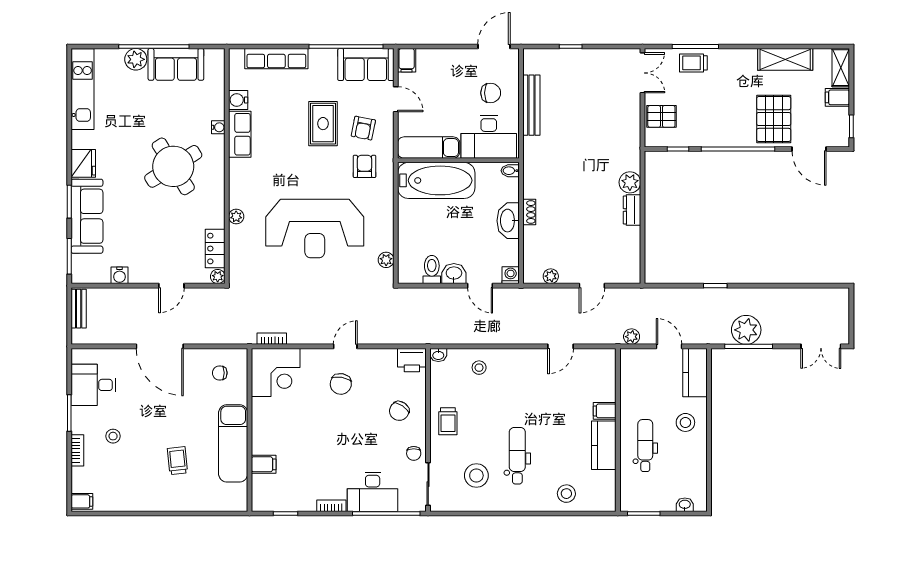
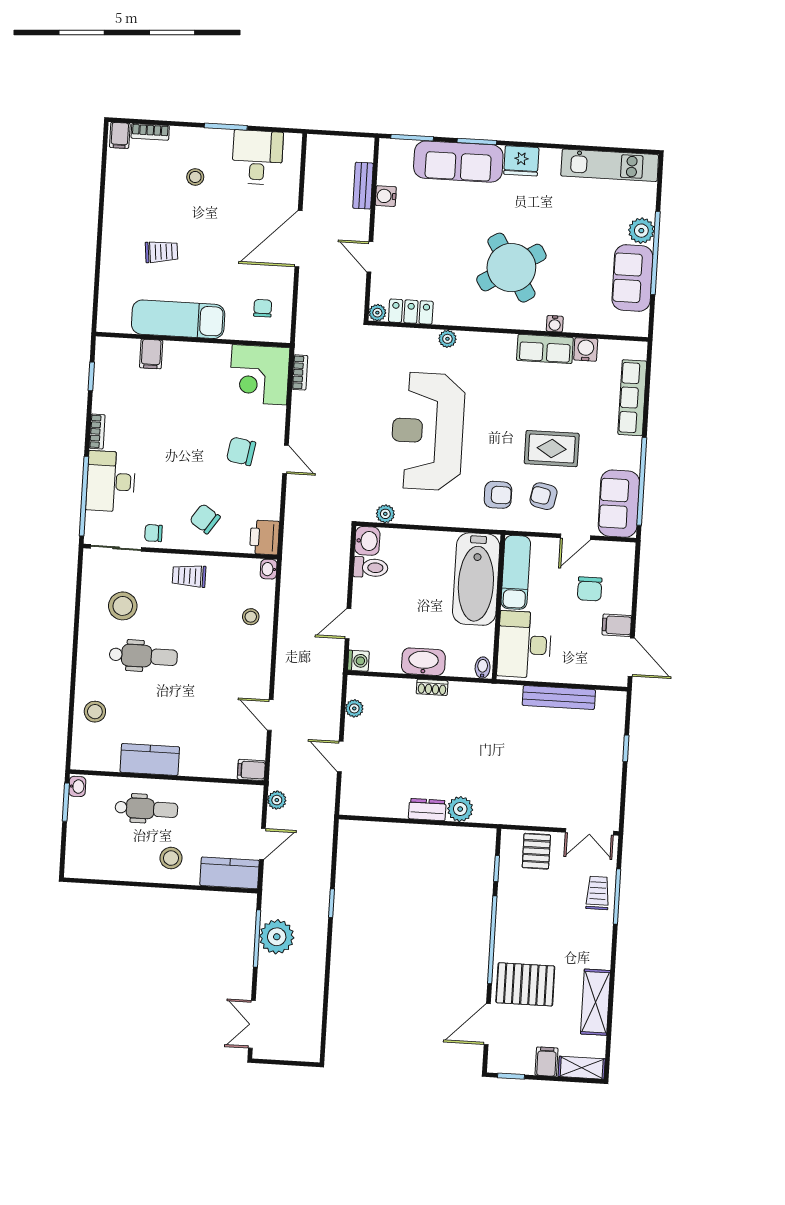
filing cabinet: (407, 60) -> (617, 625), moved
chair: (491, 93) -> (590, 589), moved
washbasin: (454, 274) -> (367, 541), moved
bench: (79, 309) -> (363, 186), moved, turned 90
filing cabinet: (605, 411) -> (251, 770), moved, turned -90
bookcase: (77, 450) -> (150, 132), moved
washbasin: (685, 505) -> (77, 786), moved

